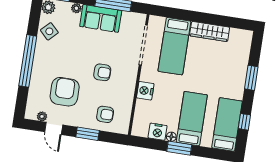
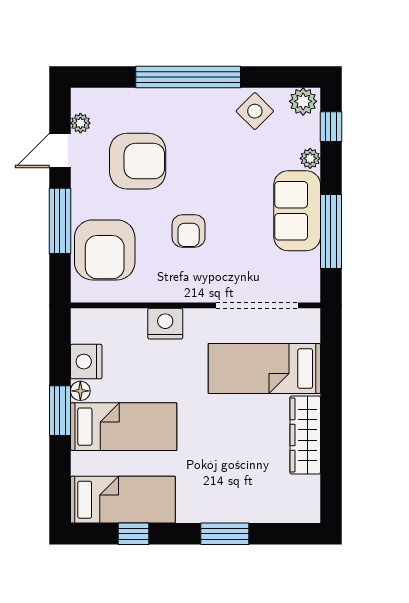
armchair: (105, 114) -> (105, 250), width x1.88, depth x1.88
window: (88, 134) -> (60, 221), width x1.44

